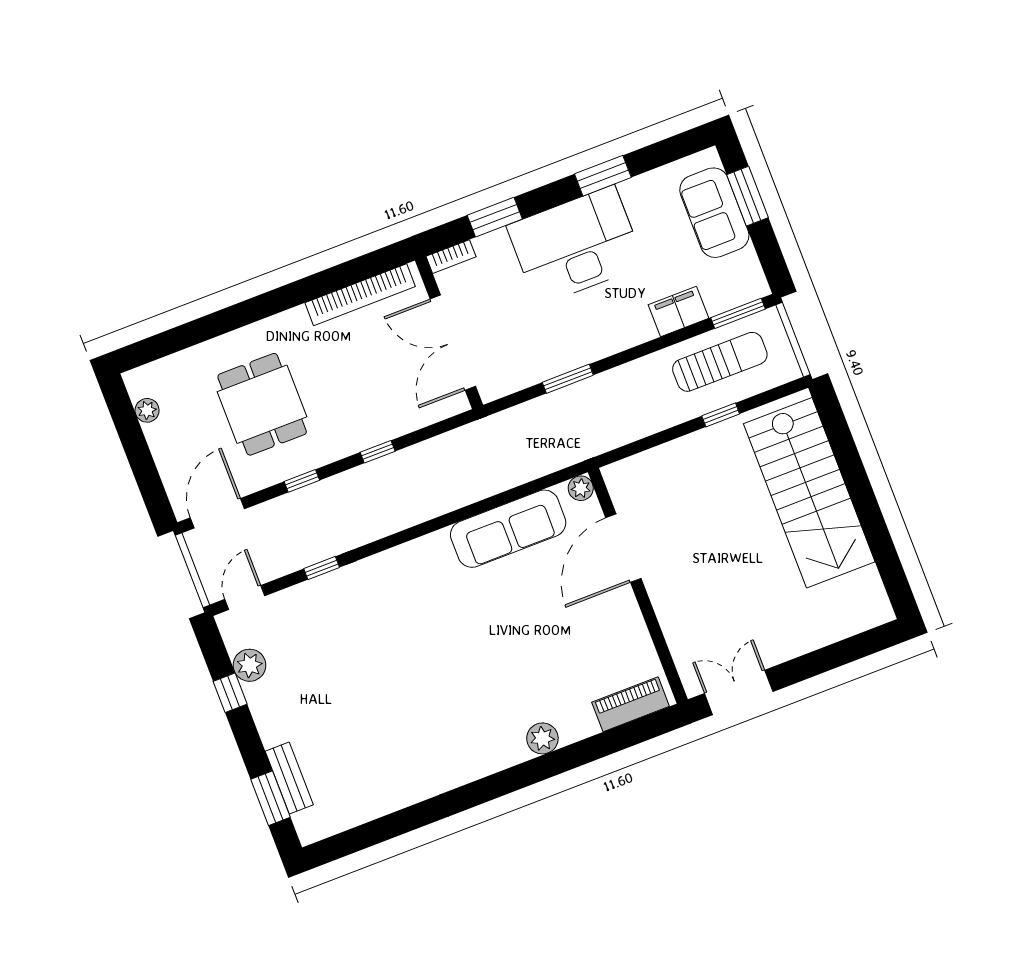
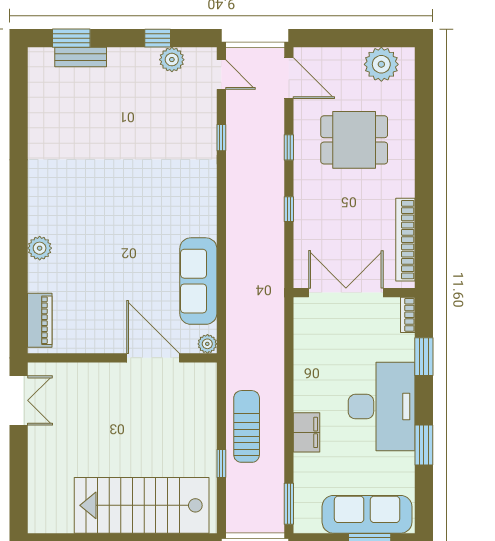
sofa: (714, 213) -> (367, 514), width x1.36
filing cabinet: (679, 311) -> (306, 432), moved
sun lounger: (720, 362) -> (247, 426), moved, turned 180
window: (568, 379) -> (289, 365), removed
plant: (147, 410) -> (381, 64), width x1.88, depth x1.88

